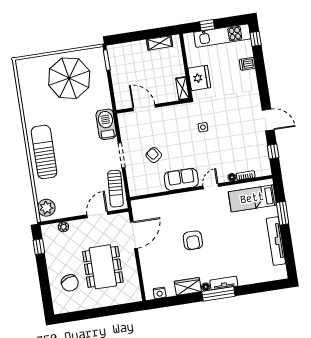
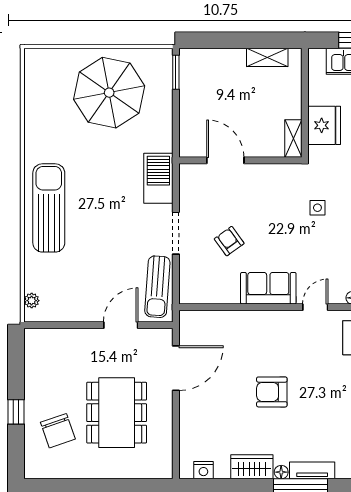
plant: (46, 208) -> (32, 301), width x0.53, depth x0.53
plant: (63, 227) -> (62, 337), removed
armchair: (193, 240) -> (272, 392), turned 90
window: (39, 247) -> (16, 412), moved

